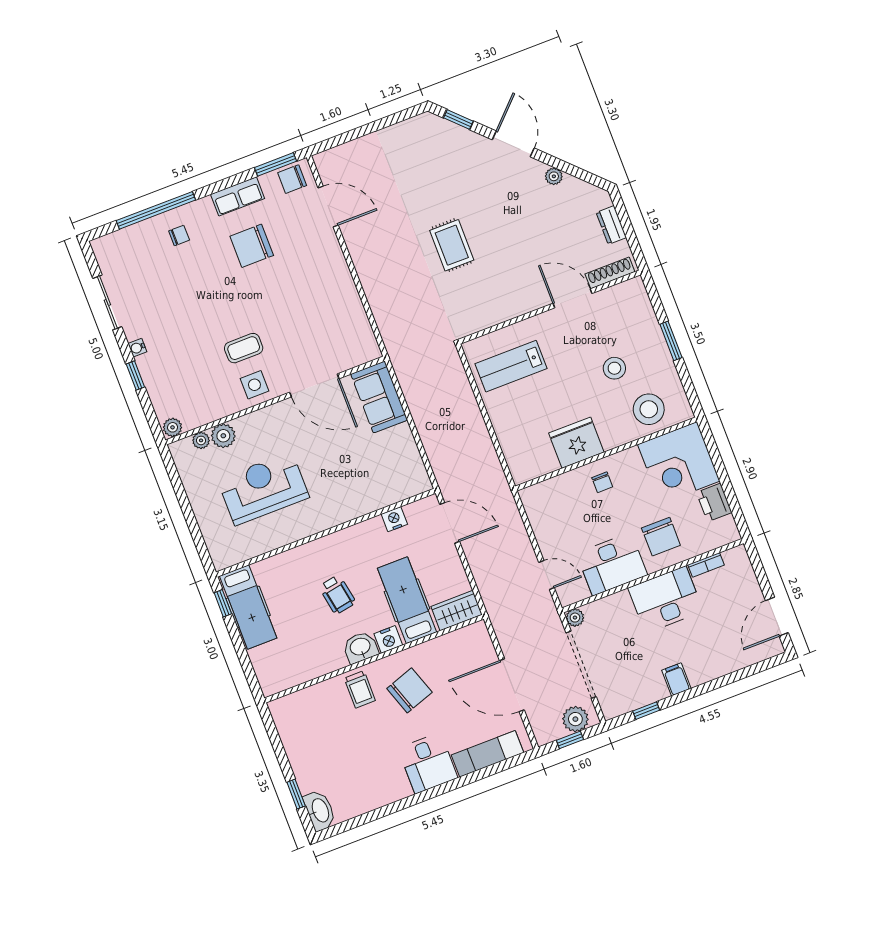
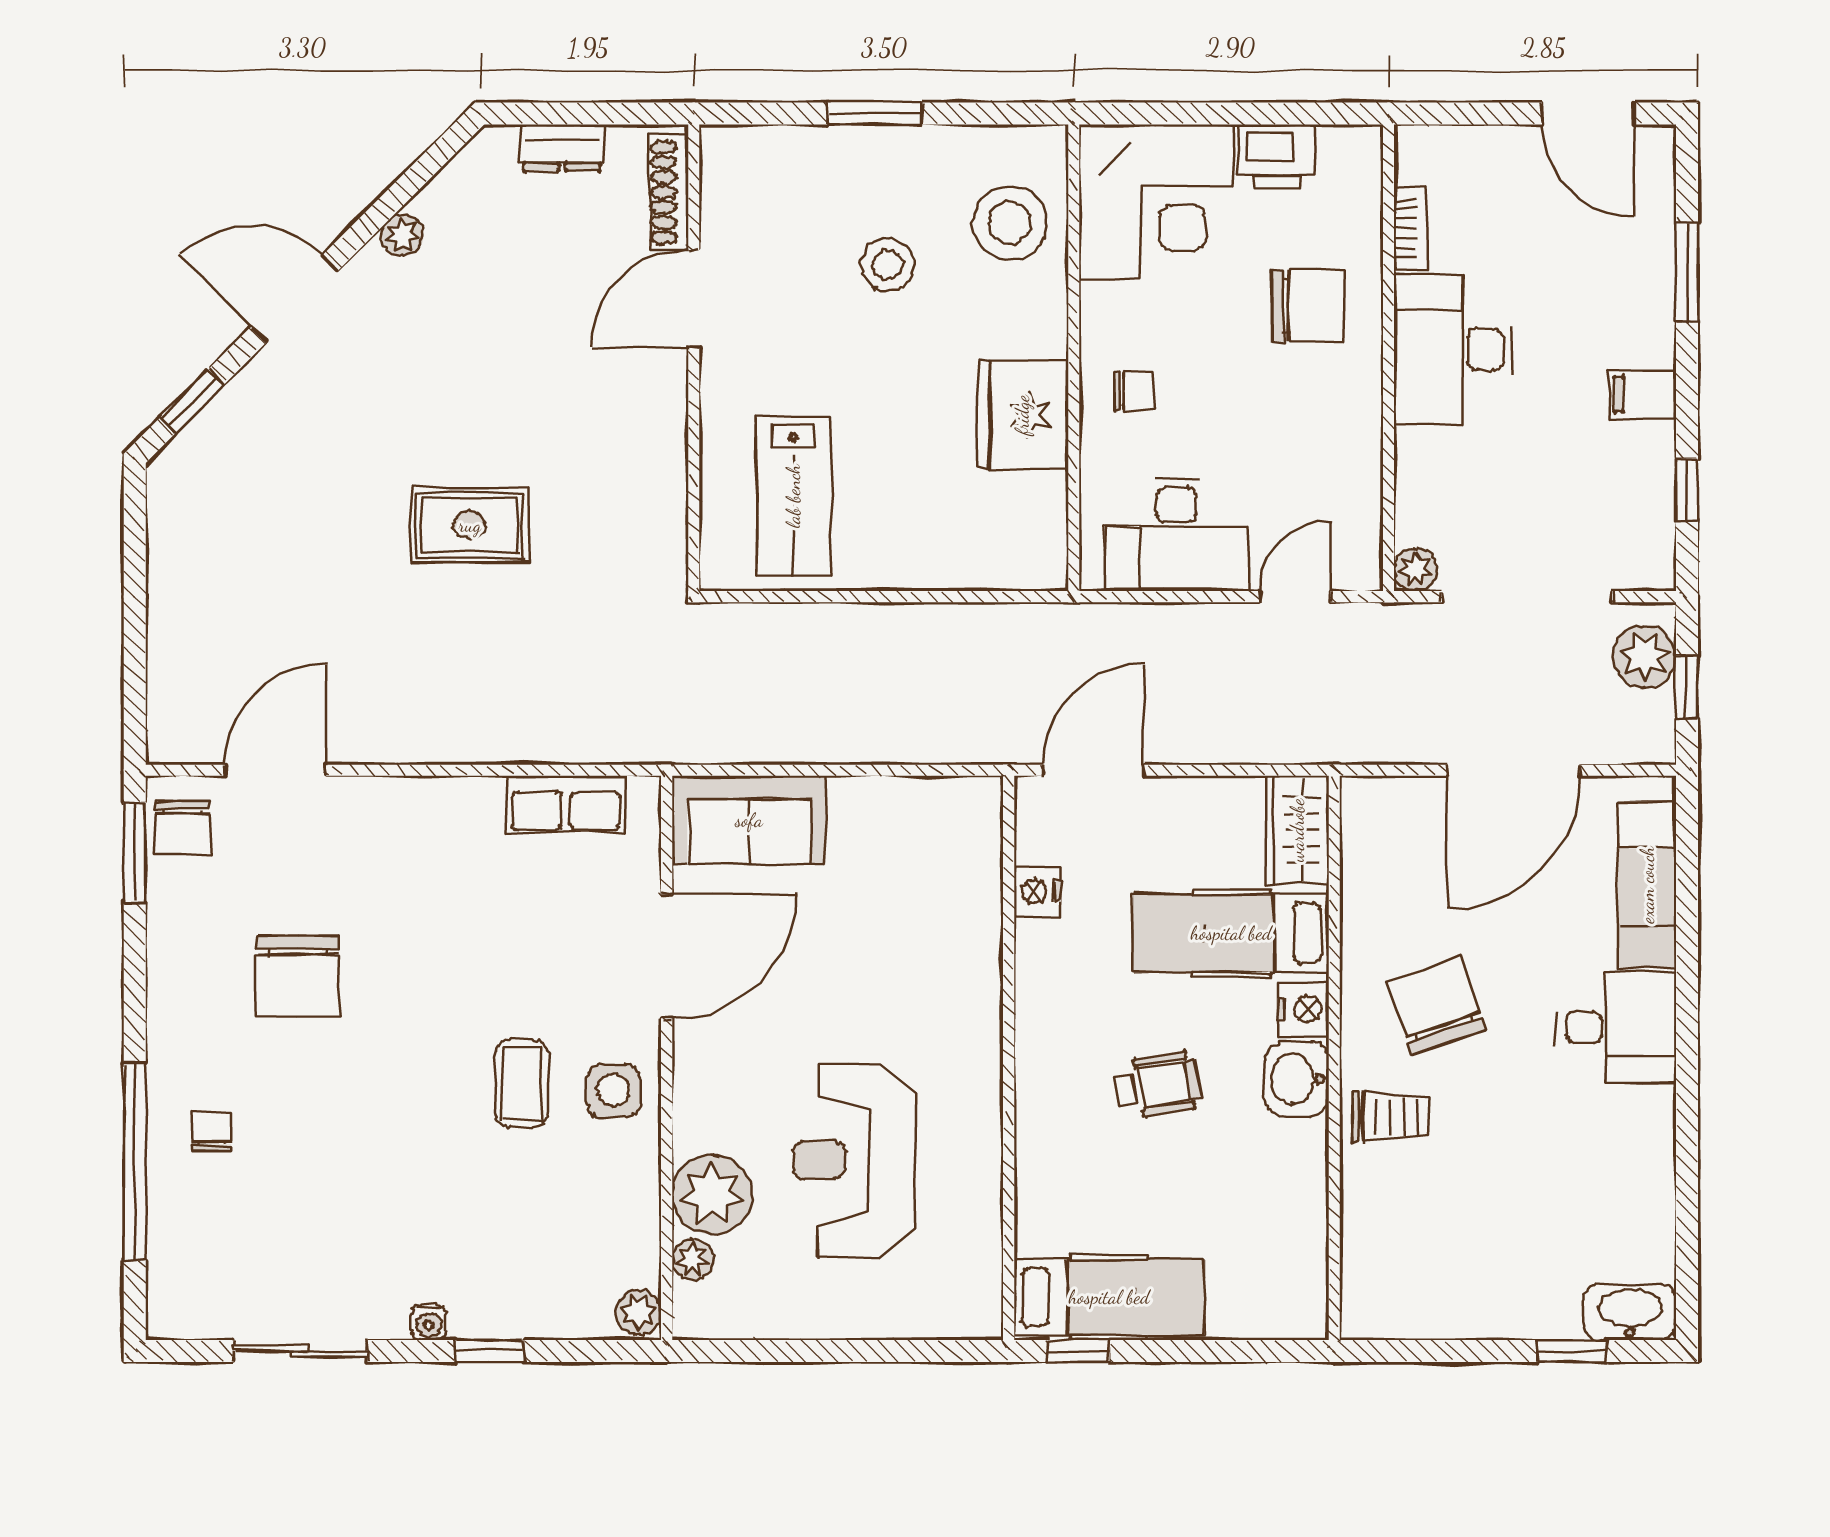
row of seats: (238, 196) -> (566, 804), moved, turned 90
plant: (223, 436) -> (712, 1194), width x1.36, depth x1.36
desk: (612, 564) -> (1176, 535), moved, turned 90
window: (730, 678) -> (1687, 272), added

